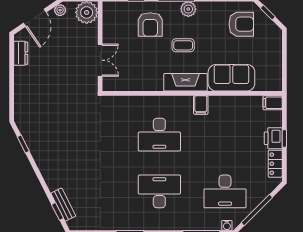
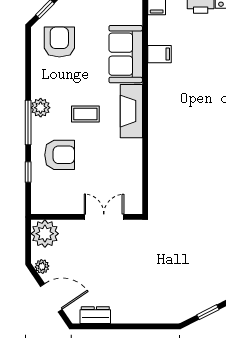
coffee table: (183, 45) -> (85, 114), turned 90
filing cabinet: (201, 105) -> (160, 54), moved
desk: (159, 135) -> (196, 143), removed

